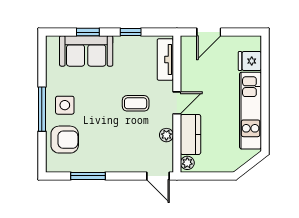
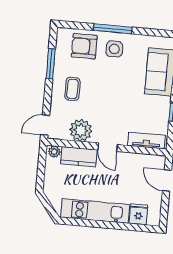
coffee table: (136, 103) -> (72, 89), moved
plant: (166, 135) -> (81, 130), width x1.87, depth x1.87
armchair: (65, 140) -> (84, 46), turned 90

